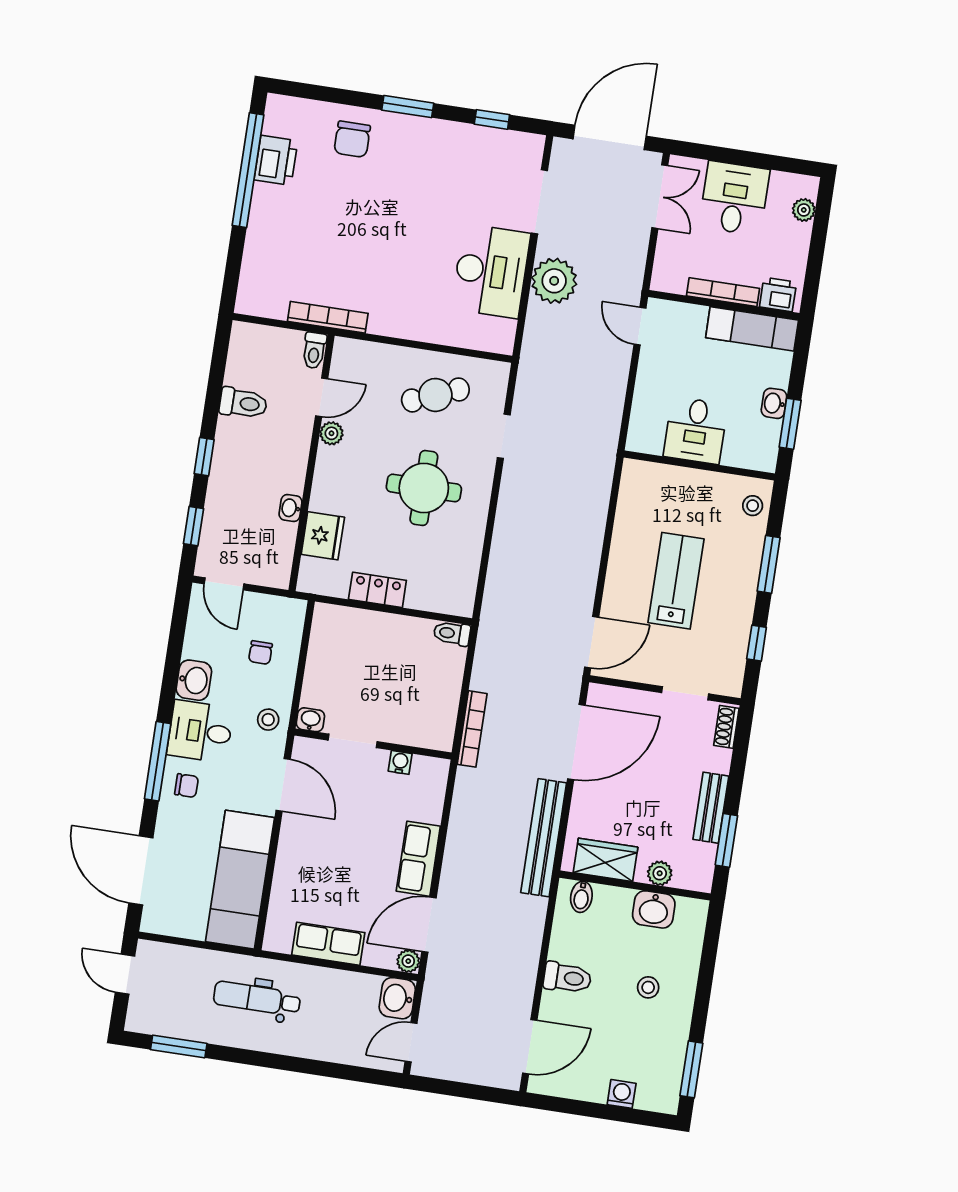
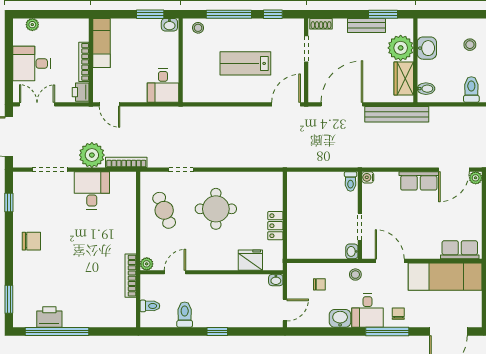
window: (408, 107) -> (9, 299), moved
chair: (352, 139) -> (31, 241), moved
desk: (491, 271) -> (92, 190), width x0.73
printer: (778, 295) -> (81, 92), moved
door: (640, 326) -> (109, 104), hinge flipped
toilet: (314, 350) -> (150, 306), moved
door: (322, 397) -> (175, 272), hinge flipped
washbasin: (774, 403) -> (169, 25), moved
desk: (696, 430) -> (163, 85), moved, turned 90
plant: (331, 433) -> (147, 264), moved
washbasin: (291, 508) -> (276, 280), moved
window: (194, 526) -> (256, 331), removed
window: (769, 564) -> (229, 14), width x1.44
toilet: (452, 633) -> (351, 181), moved
door: (592, 642) -> (286, 104), hinge flipped
bookcase: (472, 729) -> (126, 162), moved
door: (576, 742) -> (342, 104), hinge flipped
water cooler: (400, 762) -> (368, 177), moved
door: (283, 785) -> (390, 261), hinge flipped
plant: (660, 873) -> (401, 48), width x1.88, depth x1.88
door: (429, 925) -> (454, 170), hinge flipped
row of seats: (328, 944) -> (460, 250), moved, turned 90

